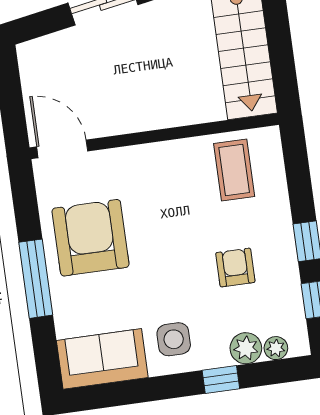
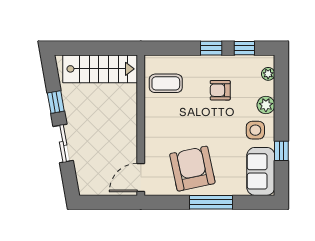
armchair: (91, 238) -> (192, 169), turned 78
plant: (246, 348) -> (266, 105), moved
window: (221, 380) -> (281, 151), moved

